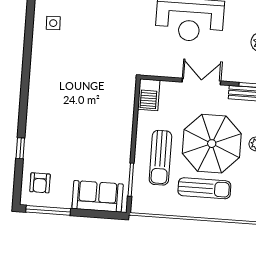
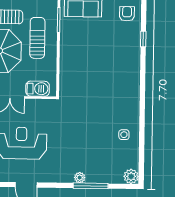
barbecue: (149, 95) -> (38, 89), moved, turned 90

